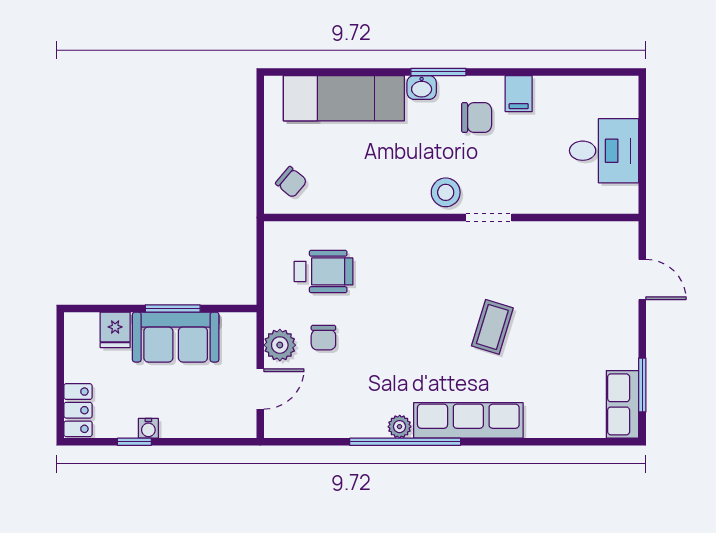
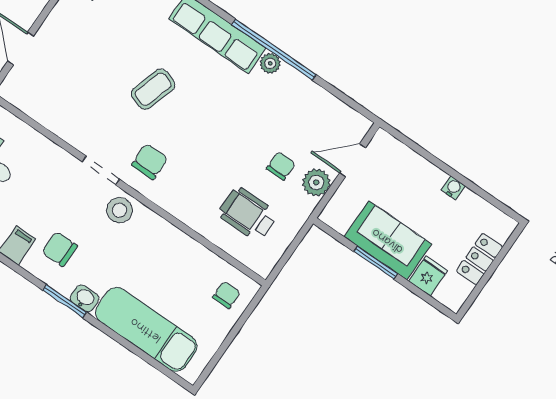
chair: (291, 182) -> (226, 295), turned 50
chair: (449, 257) -> (150, 162), added
locker: (78, 410) -> (480, 259), moved
window: (134, 442) -> (470, 185), removed

